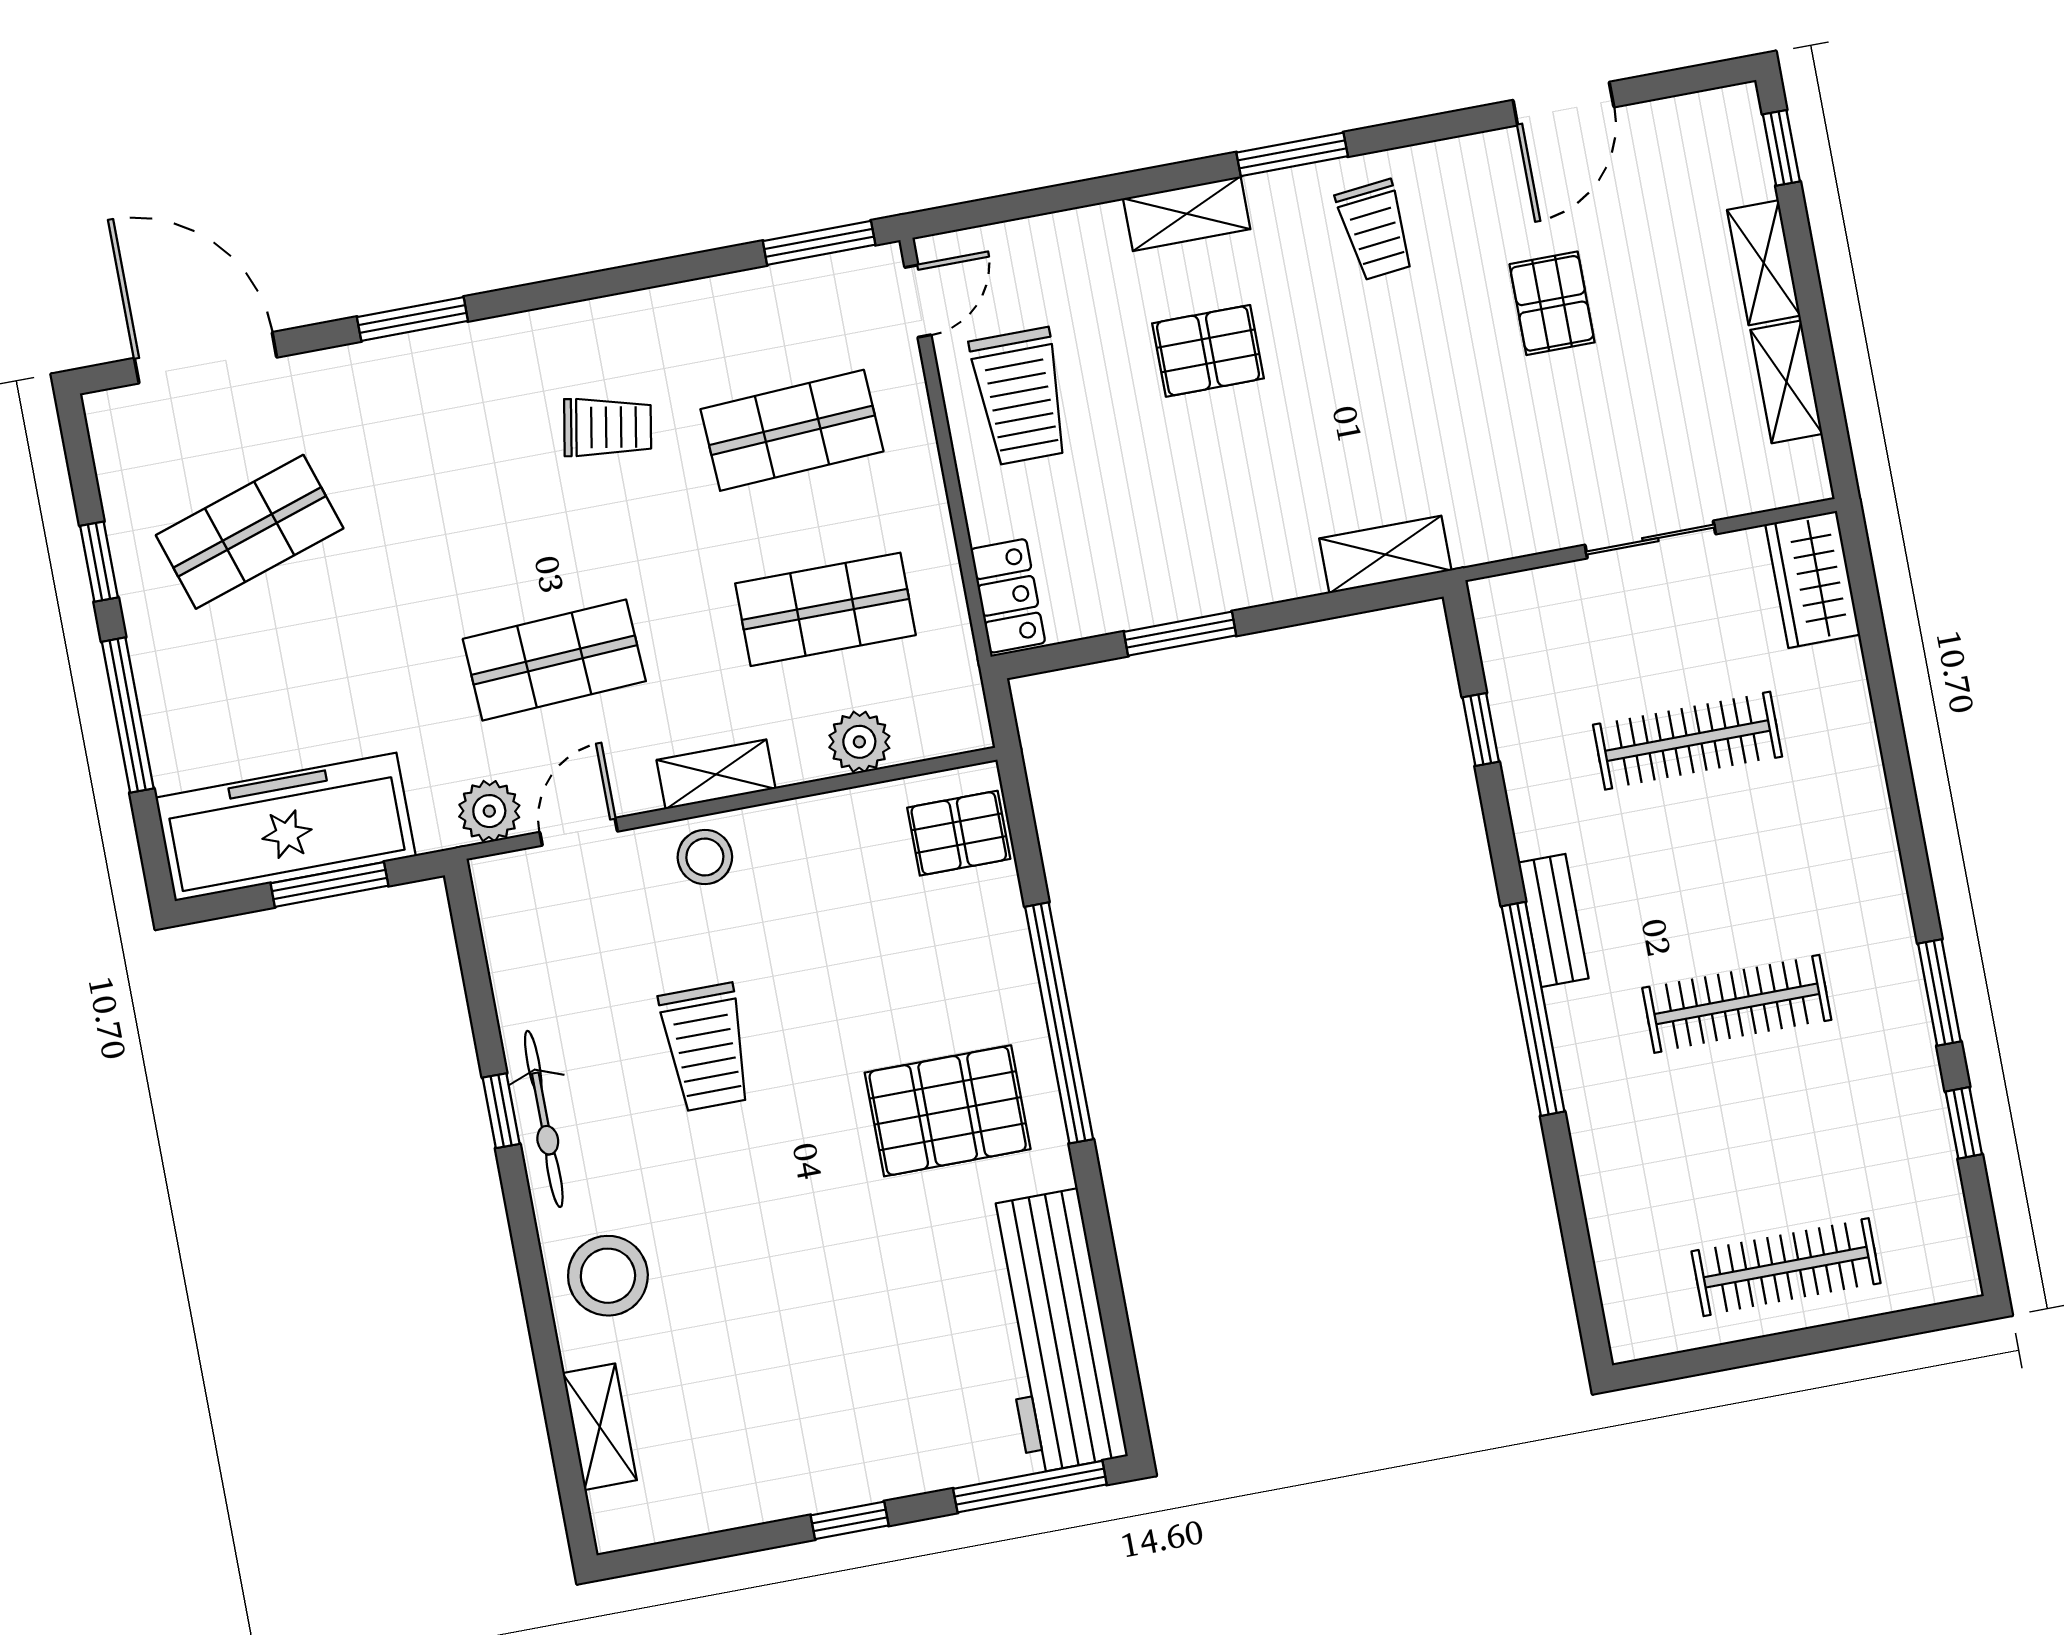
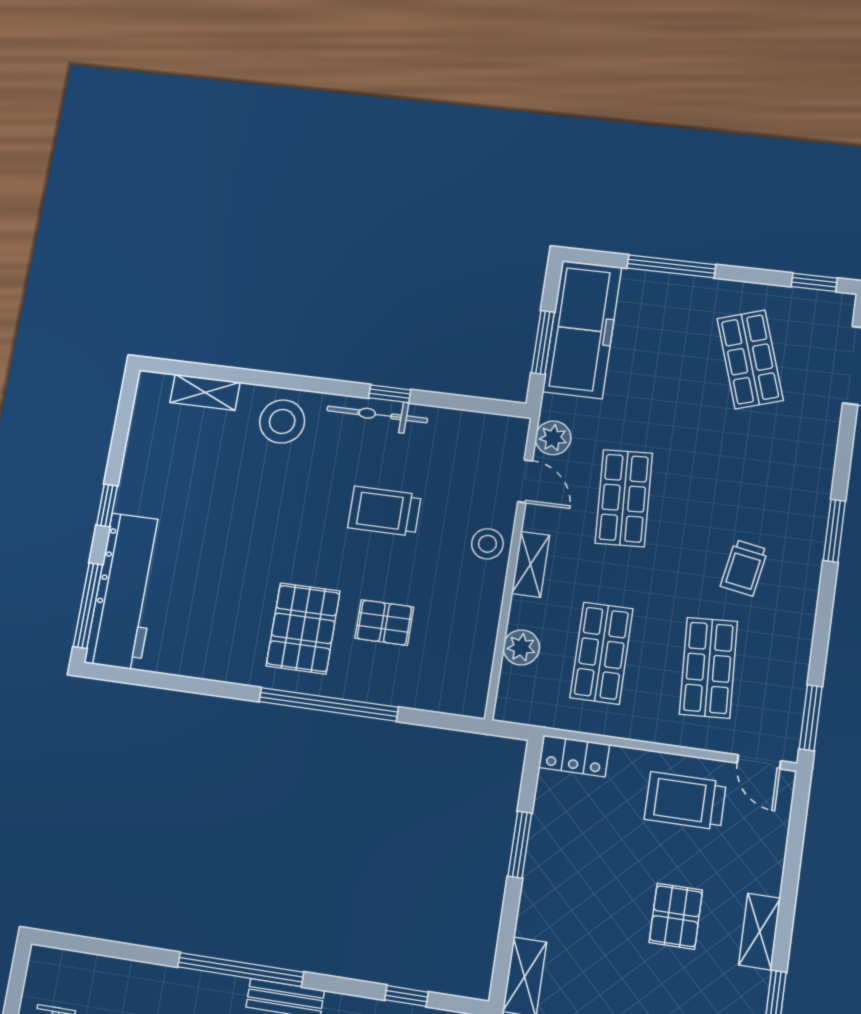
window: (412, 319) -> (834, 531), moved
window: (99, 562) -> (814, 282), moved
pallet: (959, 833) -> (384, 623), moved, turned 90
workbench: (1054, 1331) -> (125, 591), moved, turned 90

